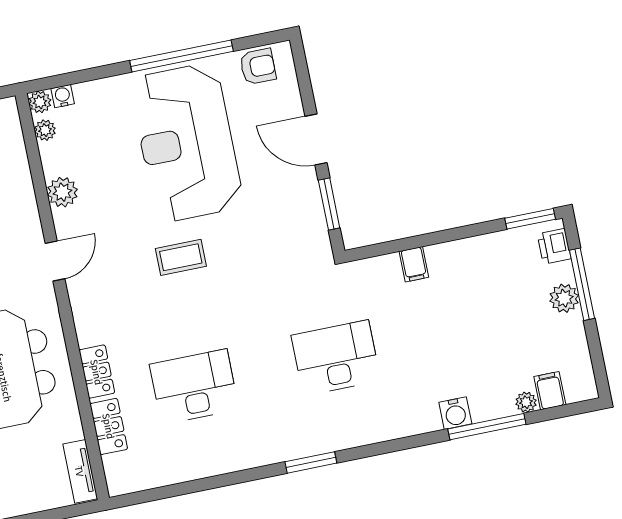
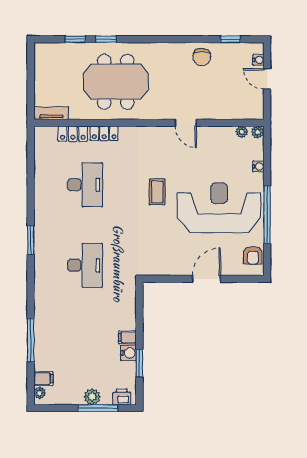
water cooler: (63, 96) -> (258, 166), moved
plant: (62, 192) -> (206, 134), removed
window: (329, 204) -> (170, 279), removed
window: (530, 219) -> (139, 363), moved
door: (55, 261) -> (186, 123), moved
filing cabinet: (414, 264) -> (127, 337), moved
plant: (526, 402) -> (40, 393), moved
water cooler: (455, 413) -> (128, 353), moved, turned 180

